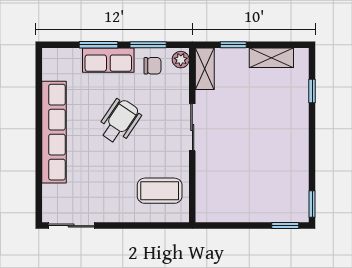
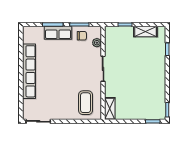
plant: (181, 60) -> (97, 43), moved
shelving: (205, 69) -> (110, 109), moved
wheelchair: (120, 121) -> (64, 65), removed
coffee table: (160, 191) -> (86, 103), turned 90

